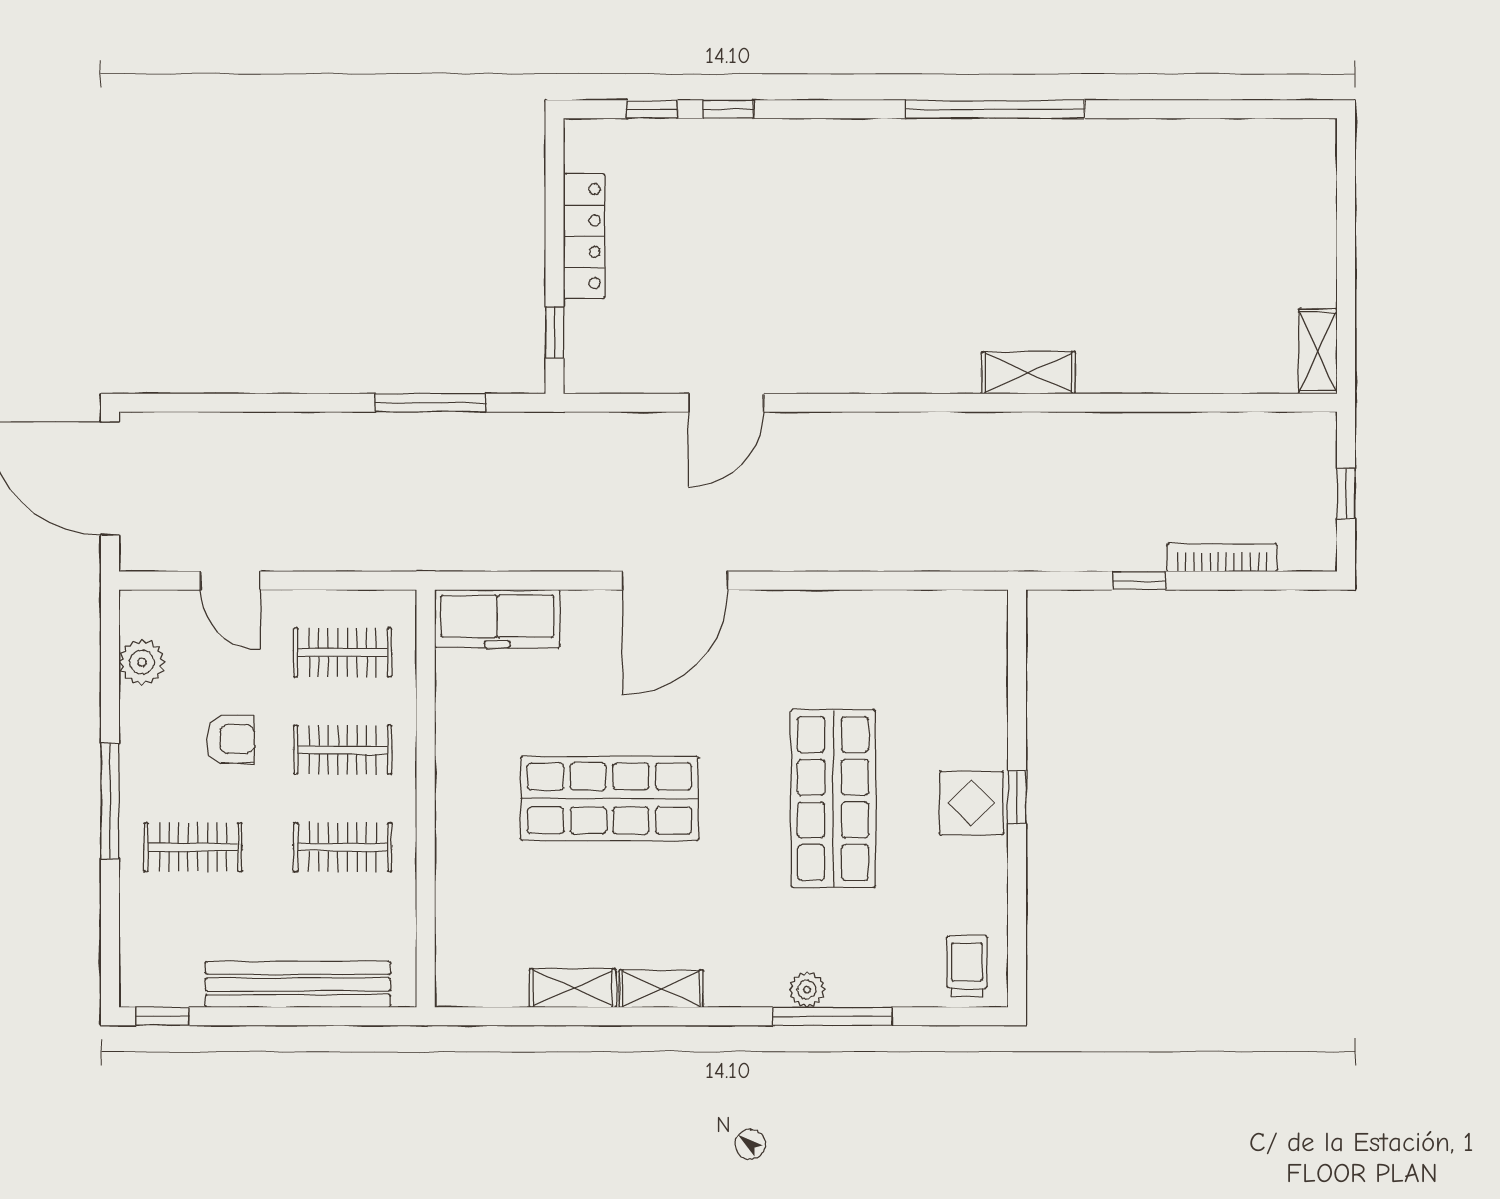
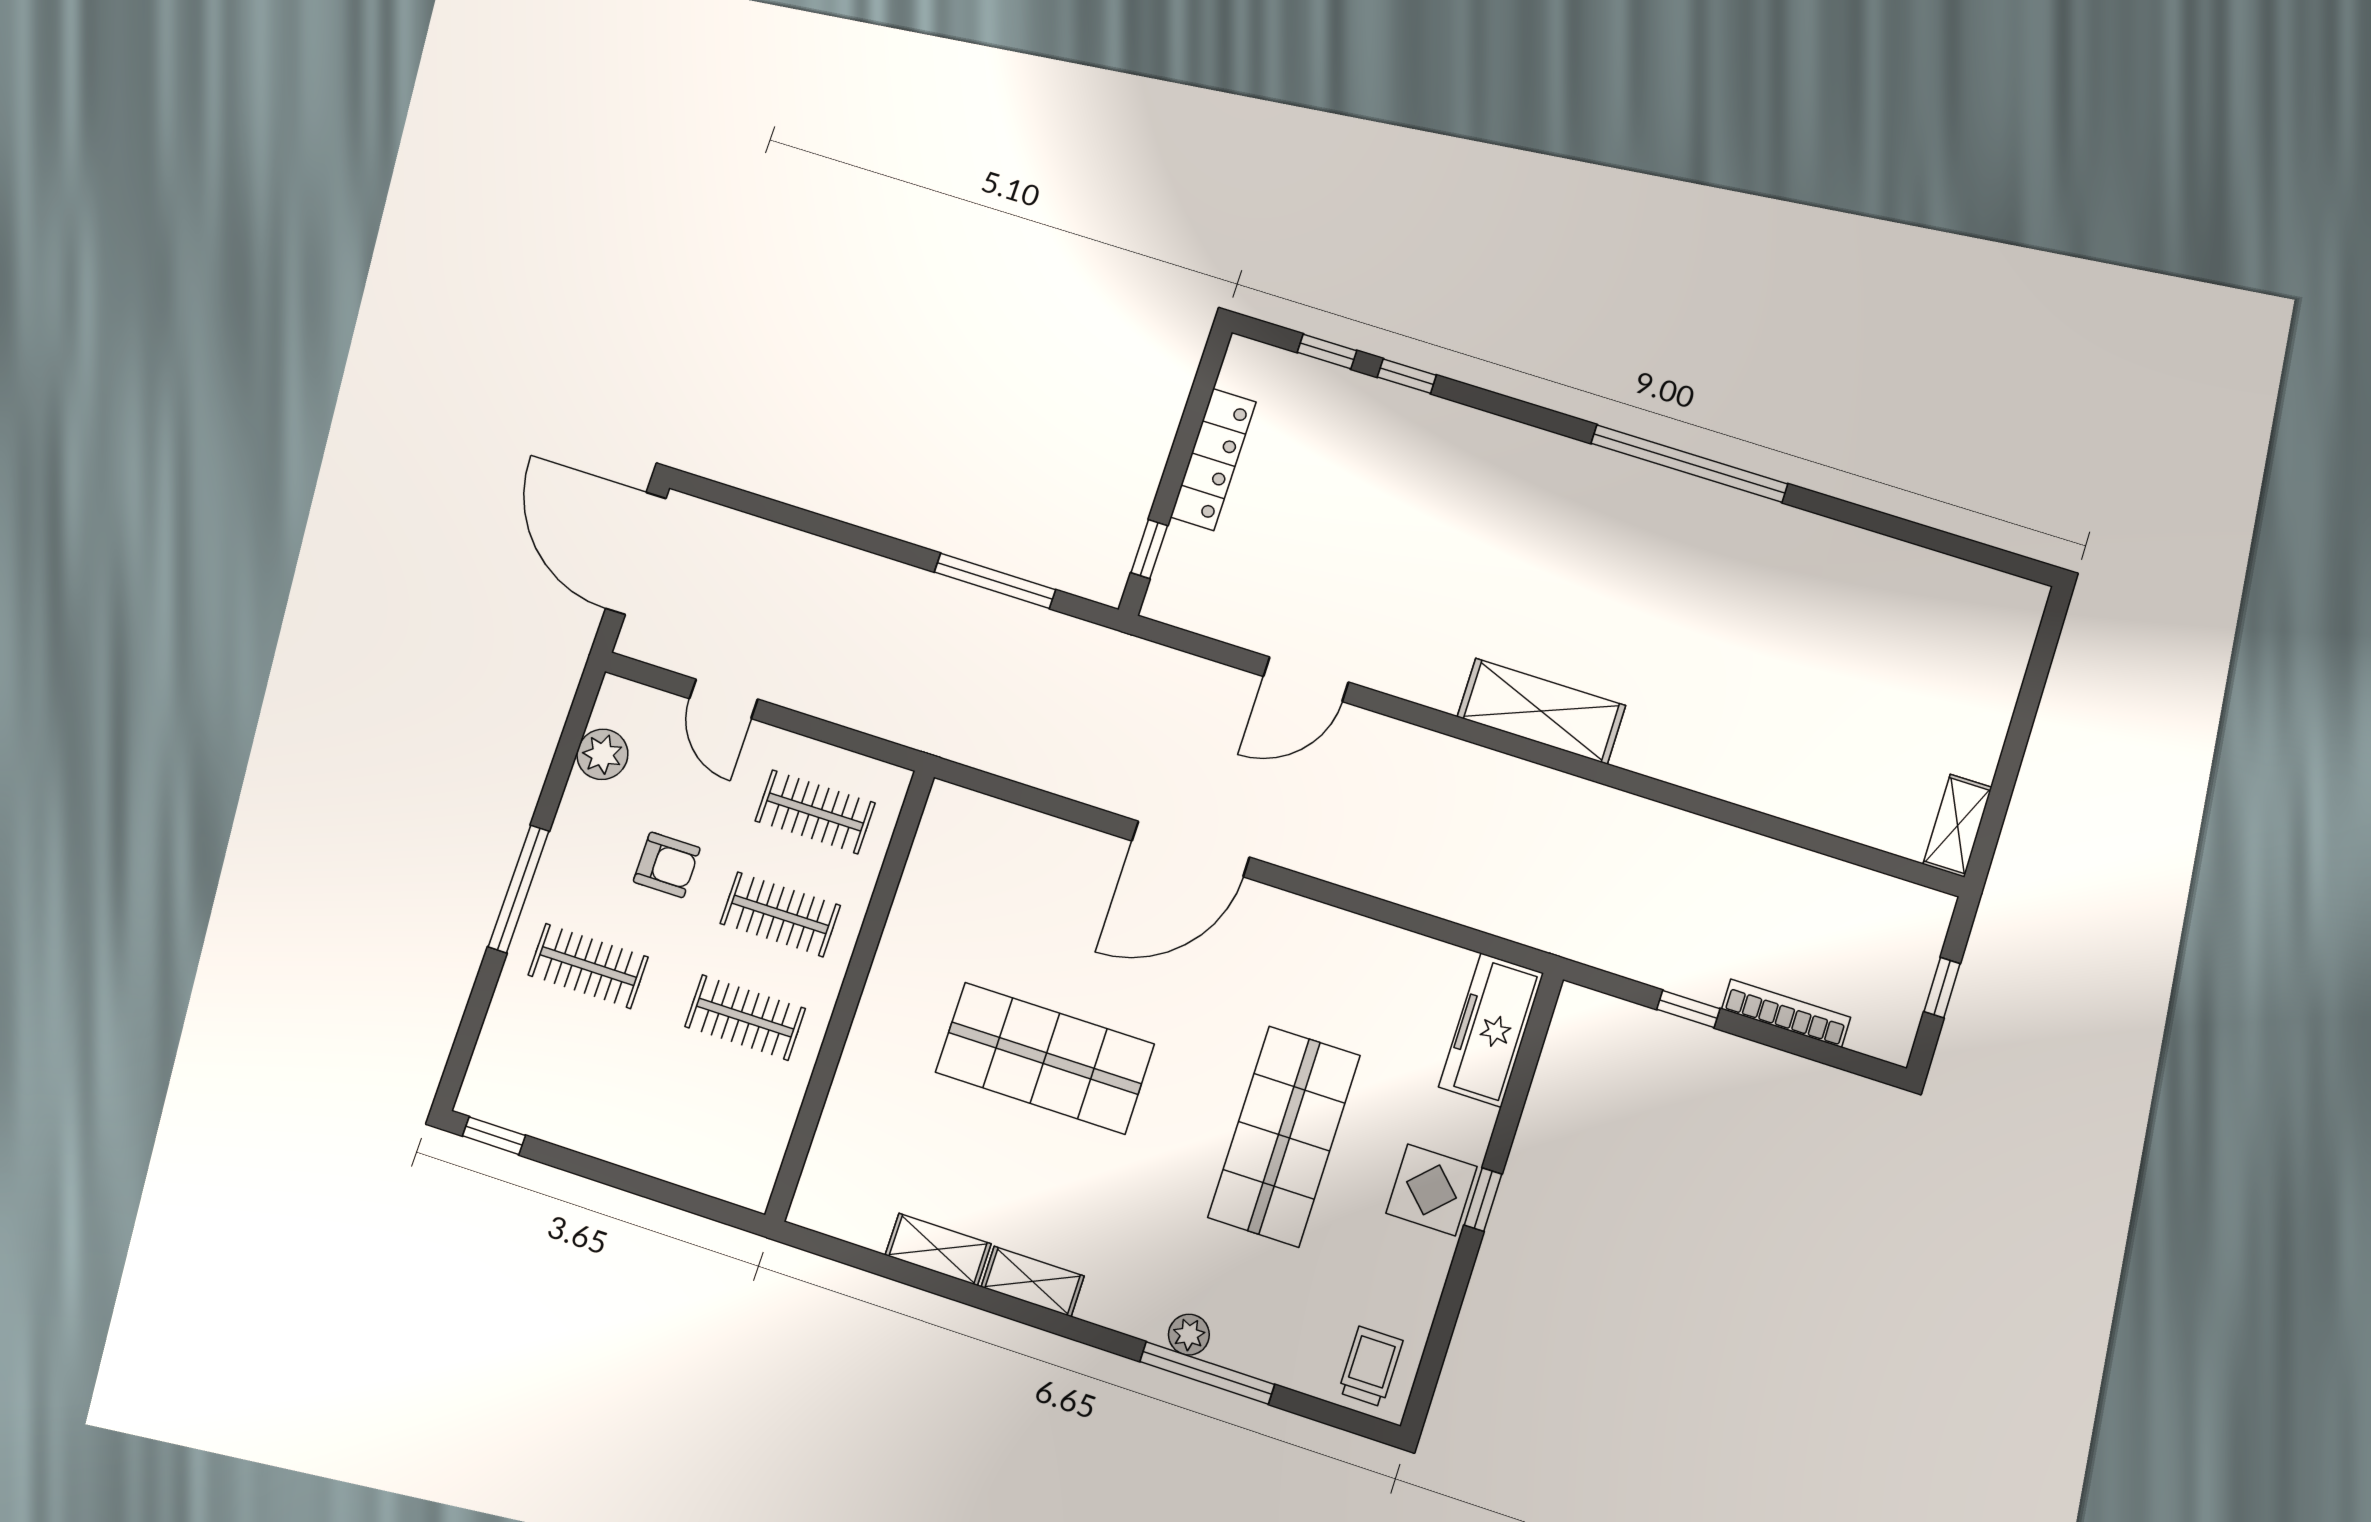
shelving: (1028, 373) -> (1541, 711), moved, width x1.50, depth x1.33
freezer: (497, 619) -> (1491, 1030), moved, turned 90
bench: (298, 984) -> (648, 1149), removed

